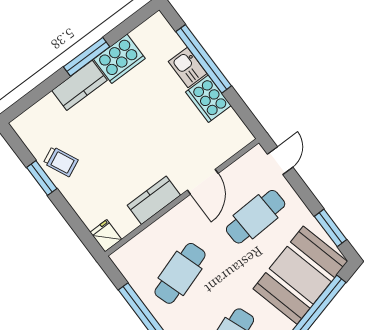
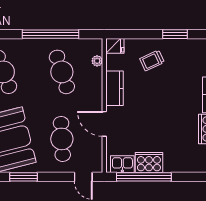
window: (204, 59) -> (144, 177), moved
kitchen sink: (188, 67) -> (122, 164), moved
trolley: (61, 162) -> (152, 60), moved
plant: (138, 243) -> (97, 61), added

